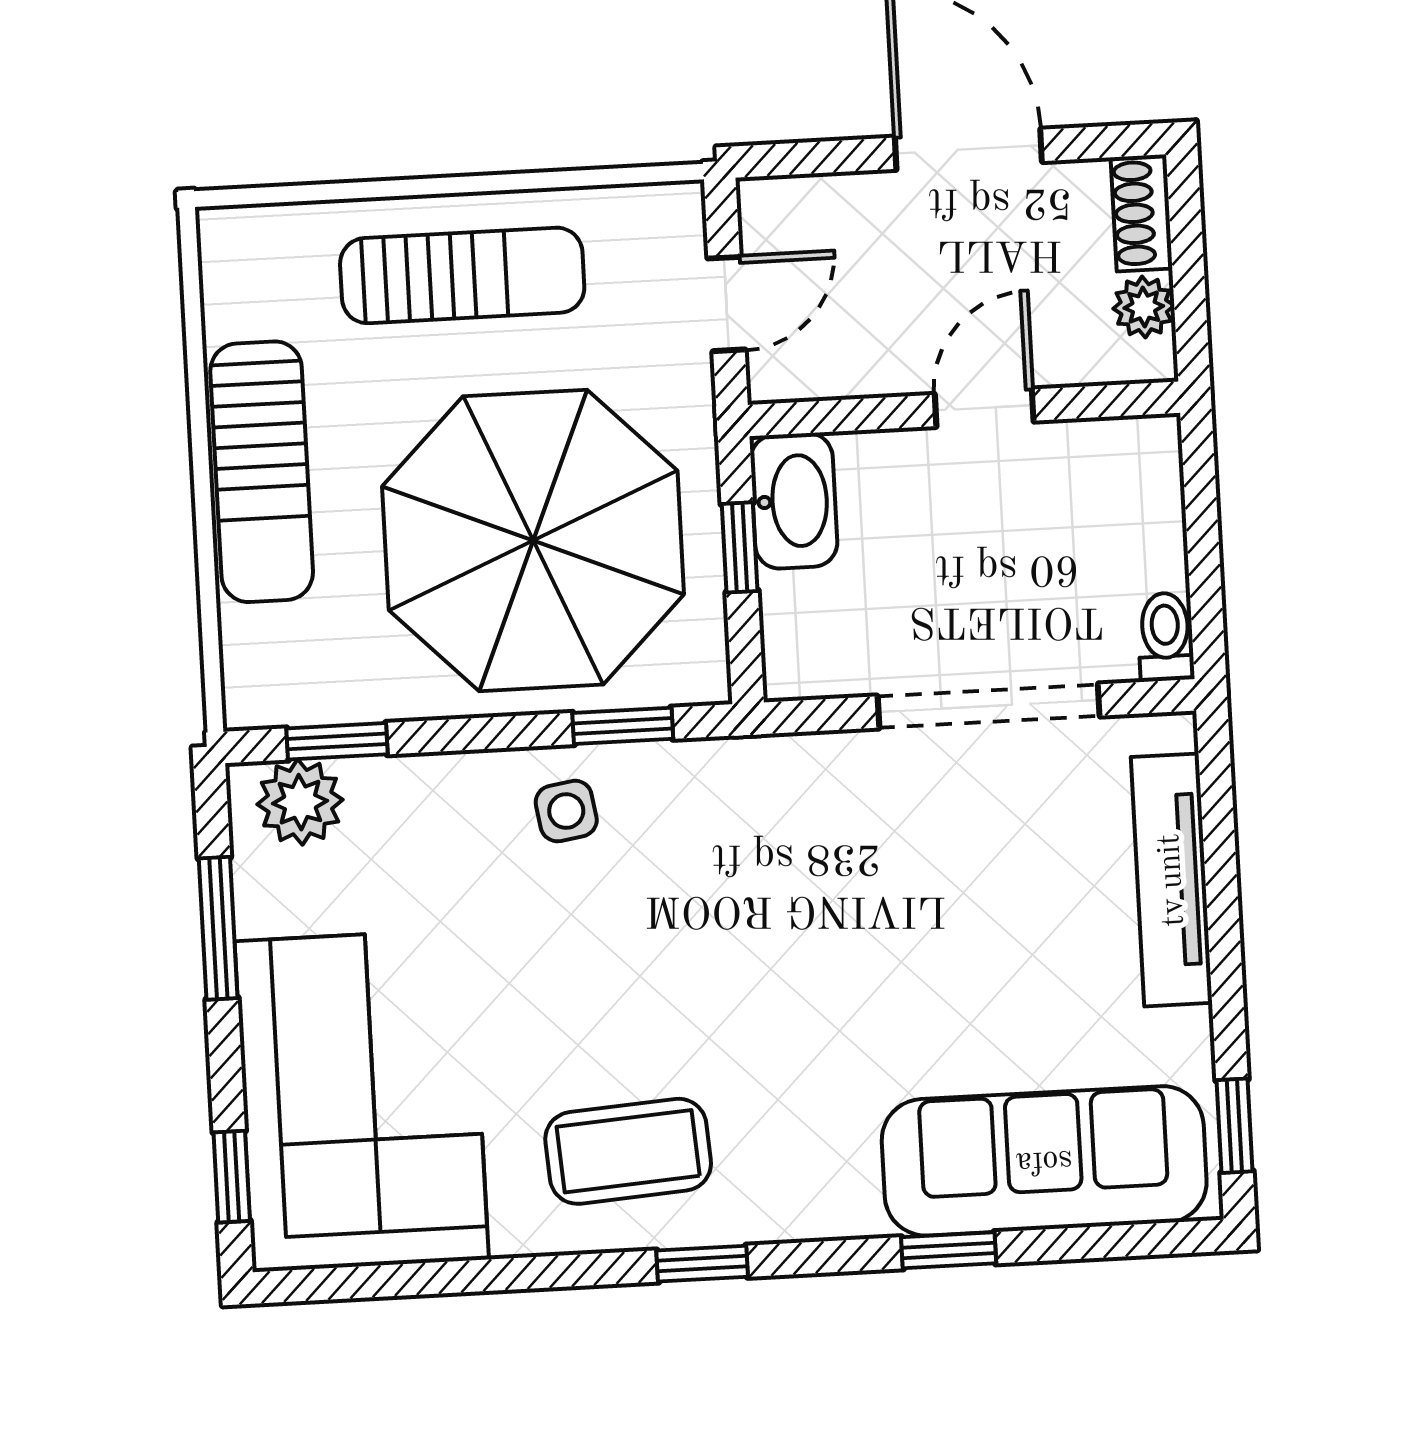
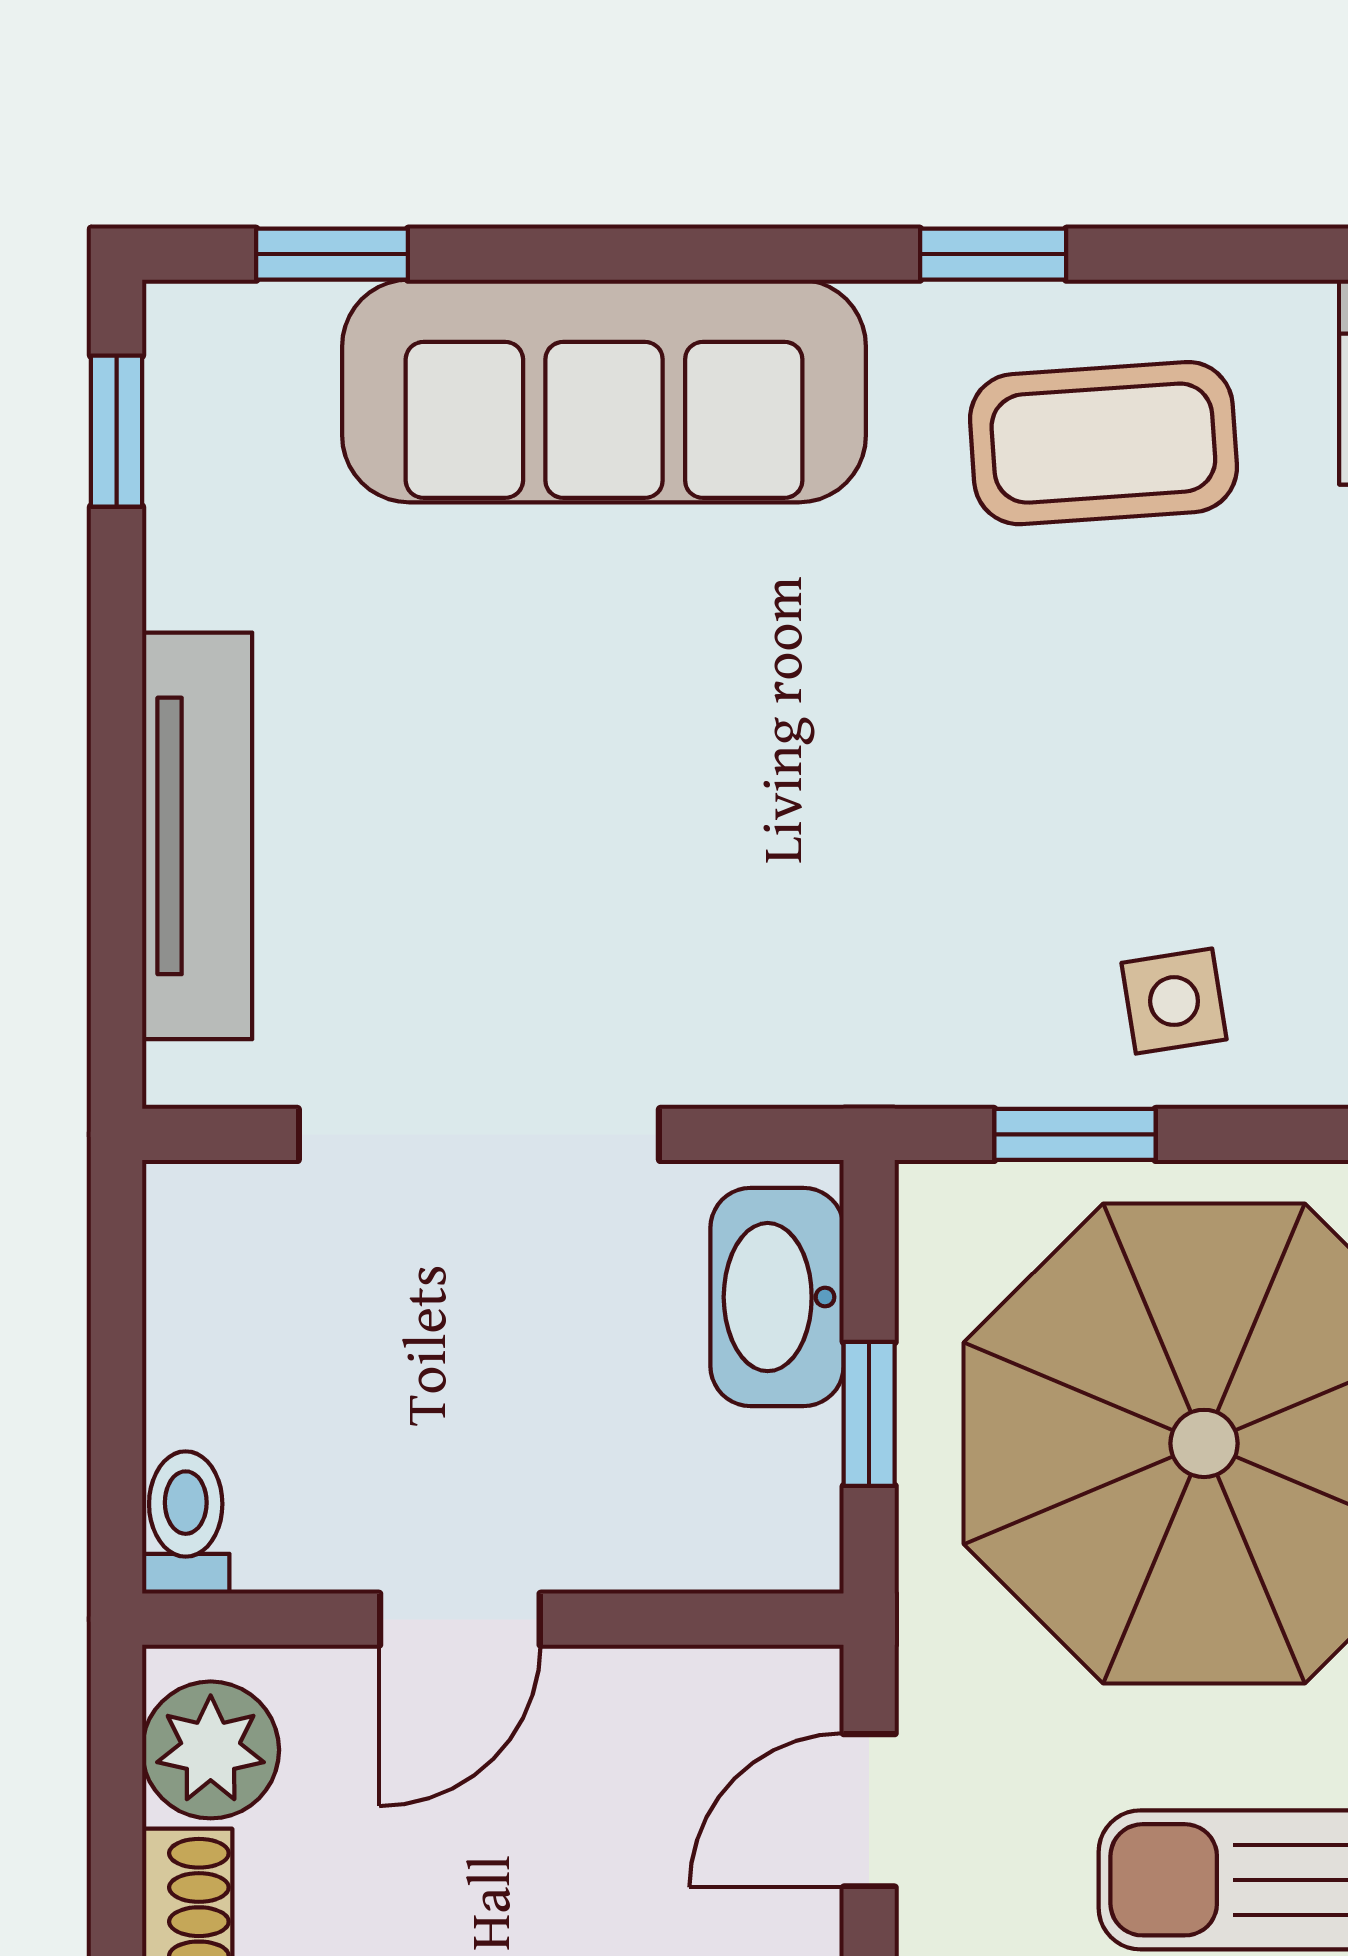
plant: (1144, 307) -> (211, 1750), width x1.38, depth x1.38
washbasin: (794, 501) -> (777, 1297), moved
toilet: (1165, 637) -> (186, 1522), moved, turned 180
sofa: (1044, 1161) -> (604, 391), moved
window: (949, 1250) -> (332, 254), moved

